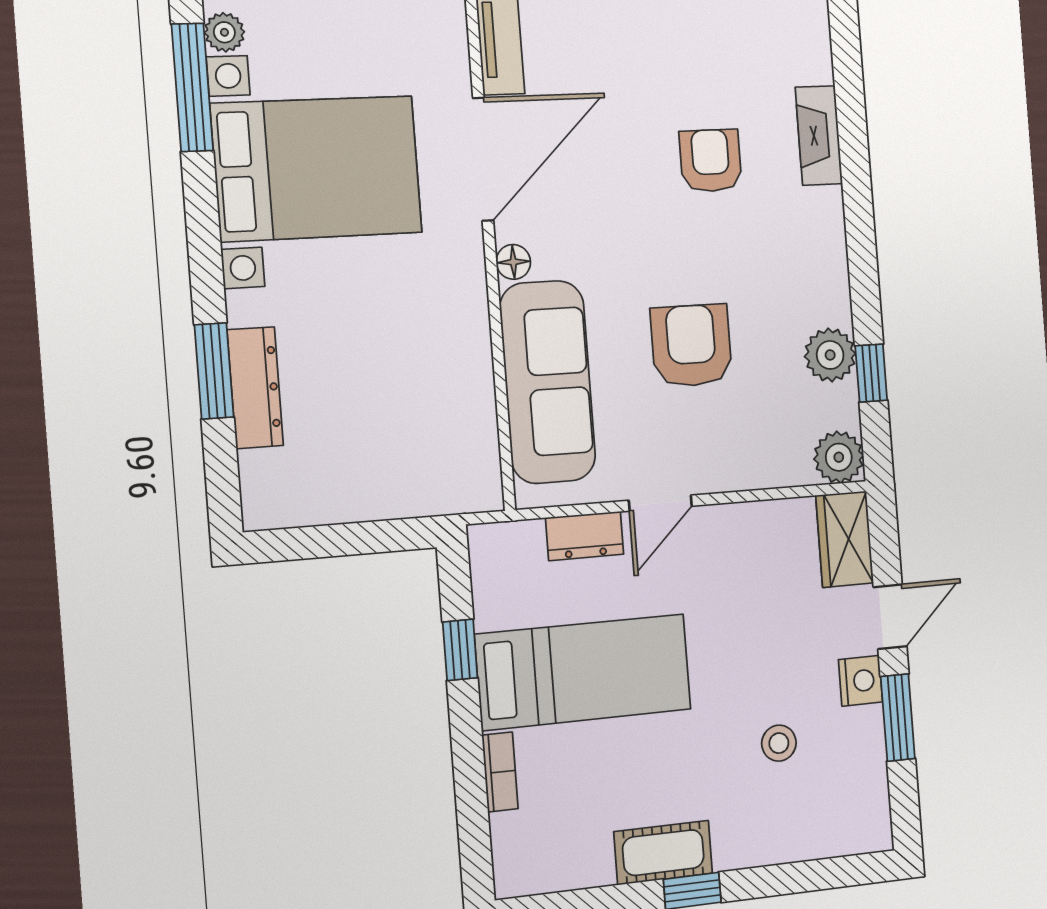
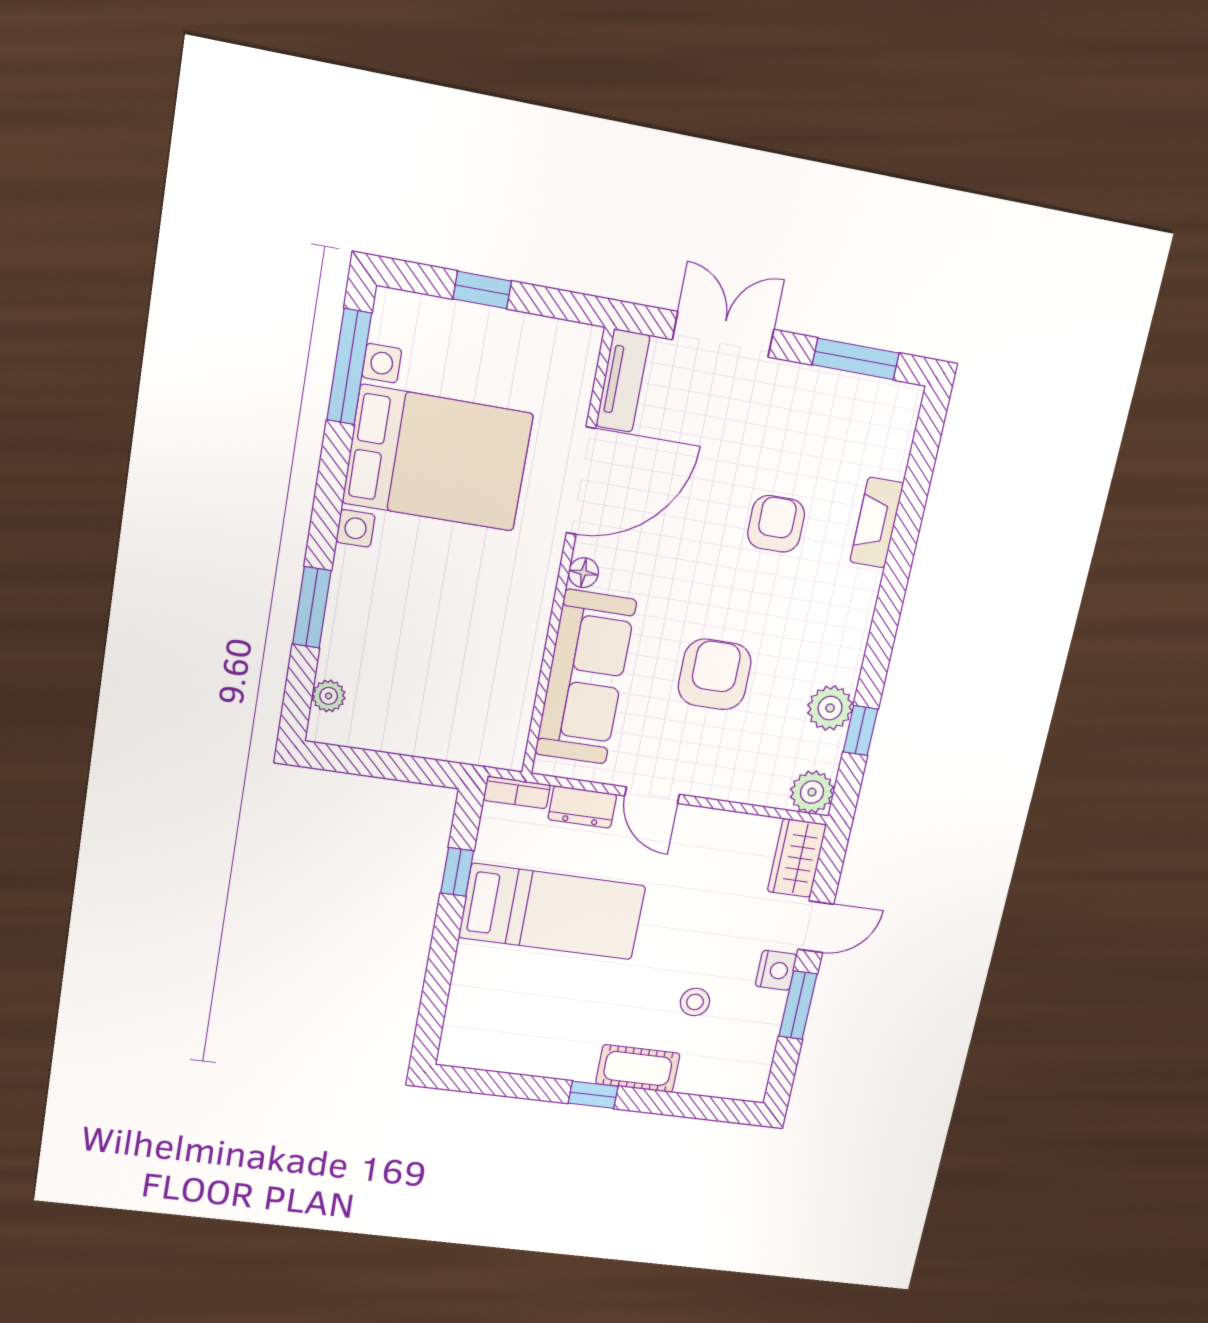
plant: (224, 32) -> (329, 696), moved
dresser: (255, 388) -> (342, 628), removed
door: (660, 503) -> (652, 795), hinge flipped
bookcase: (500, 772) -> (517, 792), moved, turned 90
cot: (663, 853) -> (638, 1069), moved

